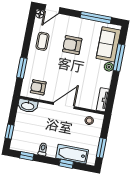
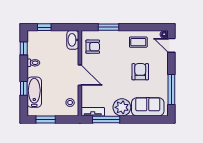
window: (119, 58) -> (106, 119), moved
plant: (109, 67) -> (122, 107), width x1.88, depth x1.88
armchair: (38, 87) -> (93, 47), turned 90

